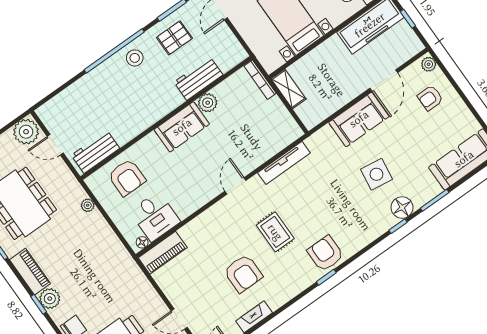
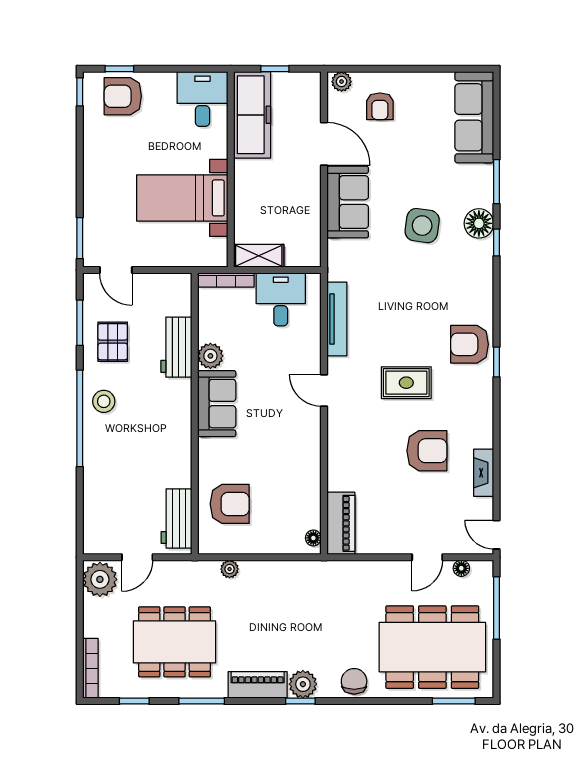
desk: (155, 216) -> (281, 299), moved, turned -90

